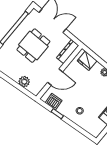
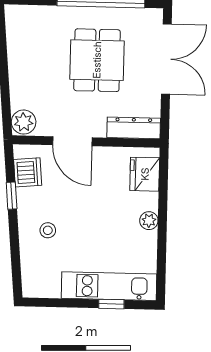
dining table: (33, 46) -> (97, 60), turned 90
plant: (24, 82) -> (24, 122), moved

